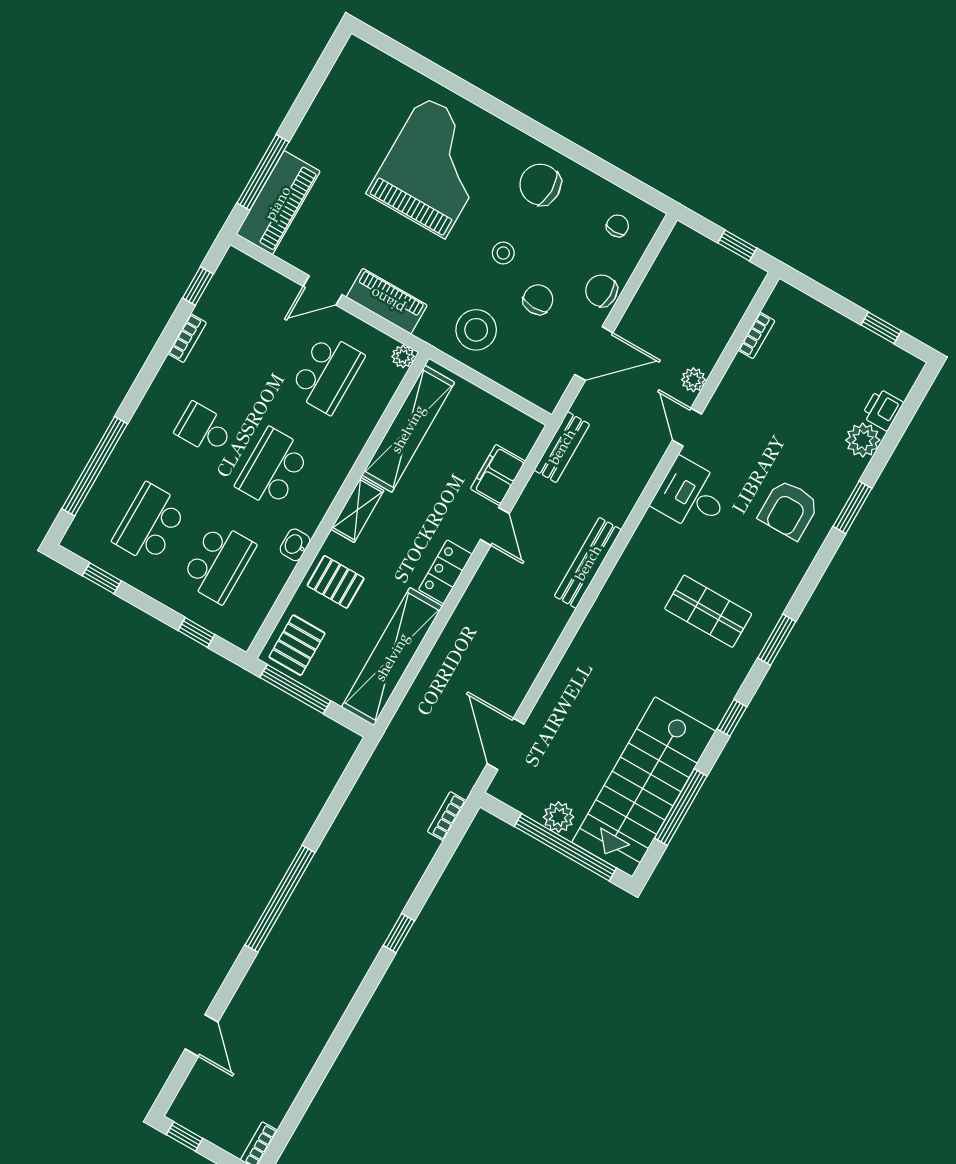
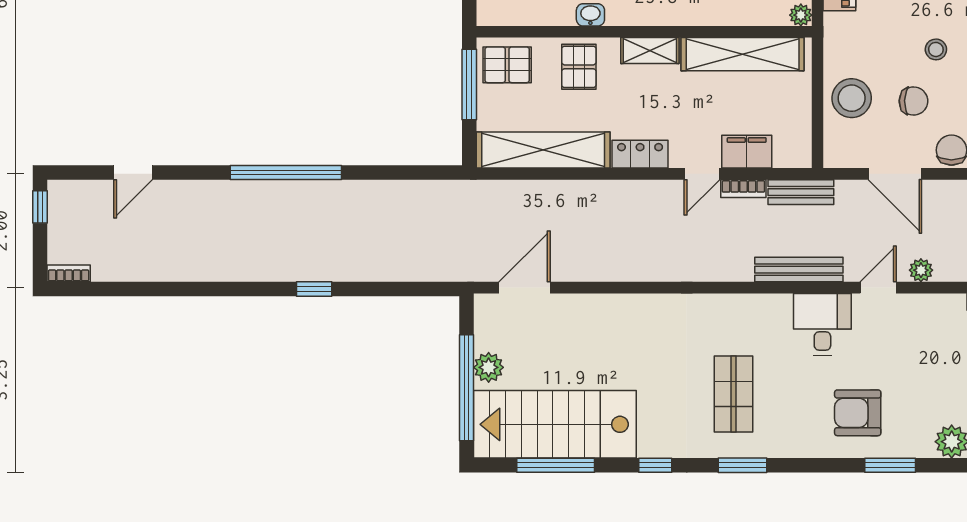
stool: (476, 330) -> (852, 98), moved
bench: (588, 563) -> (799, 270), moved
bookcase: (447, 816) -> (743, 189), moved, turned 180

